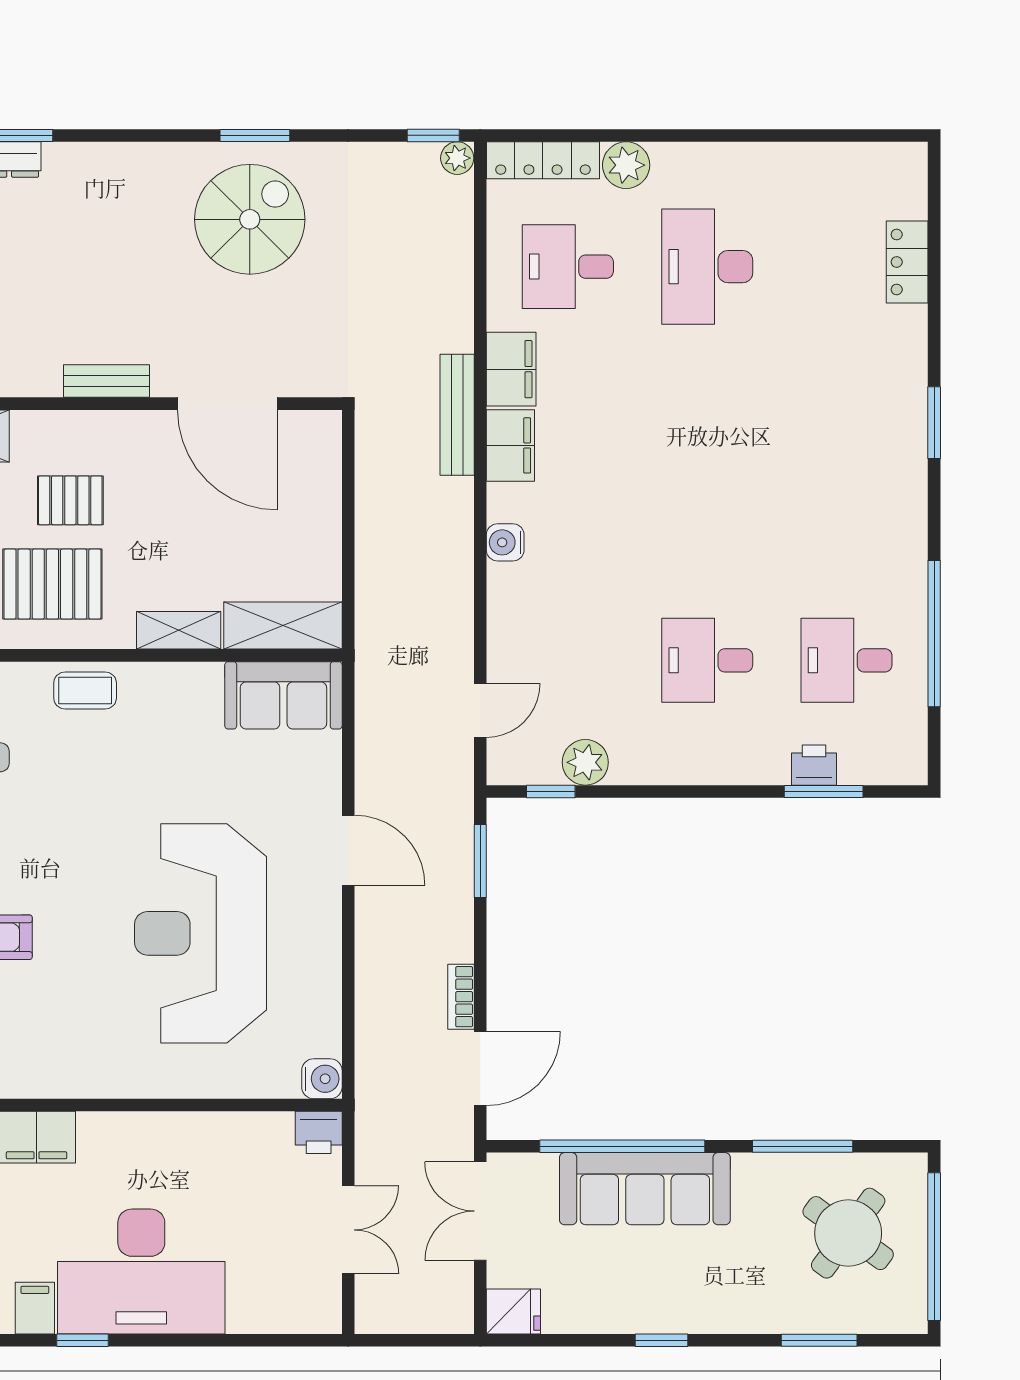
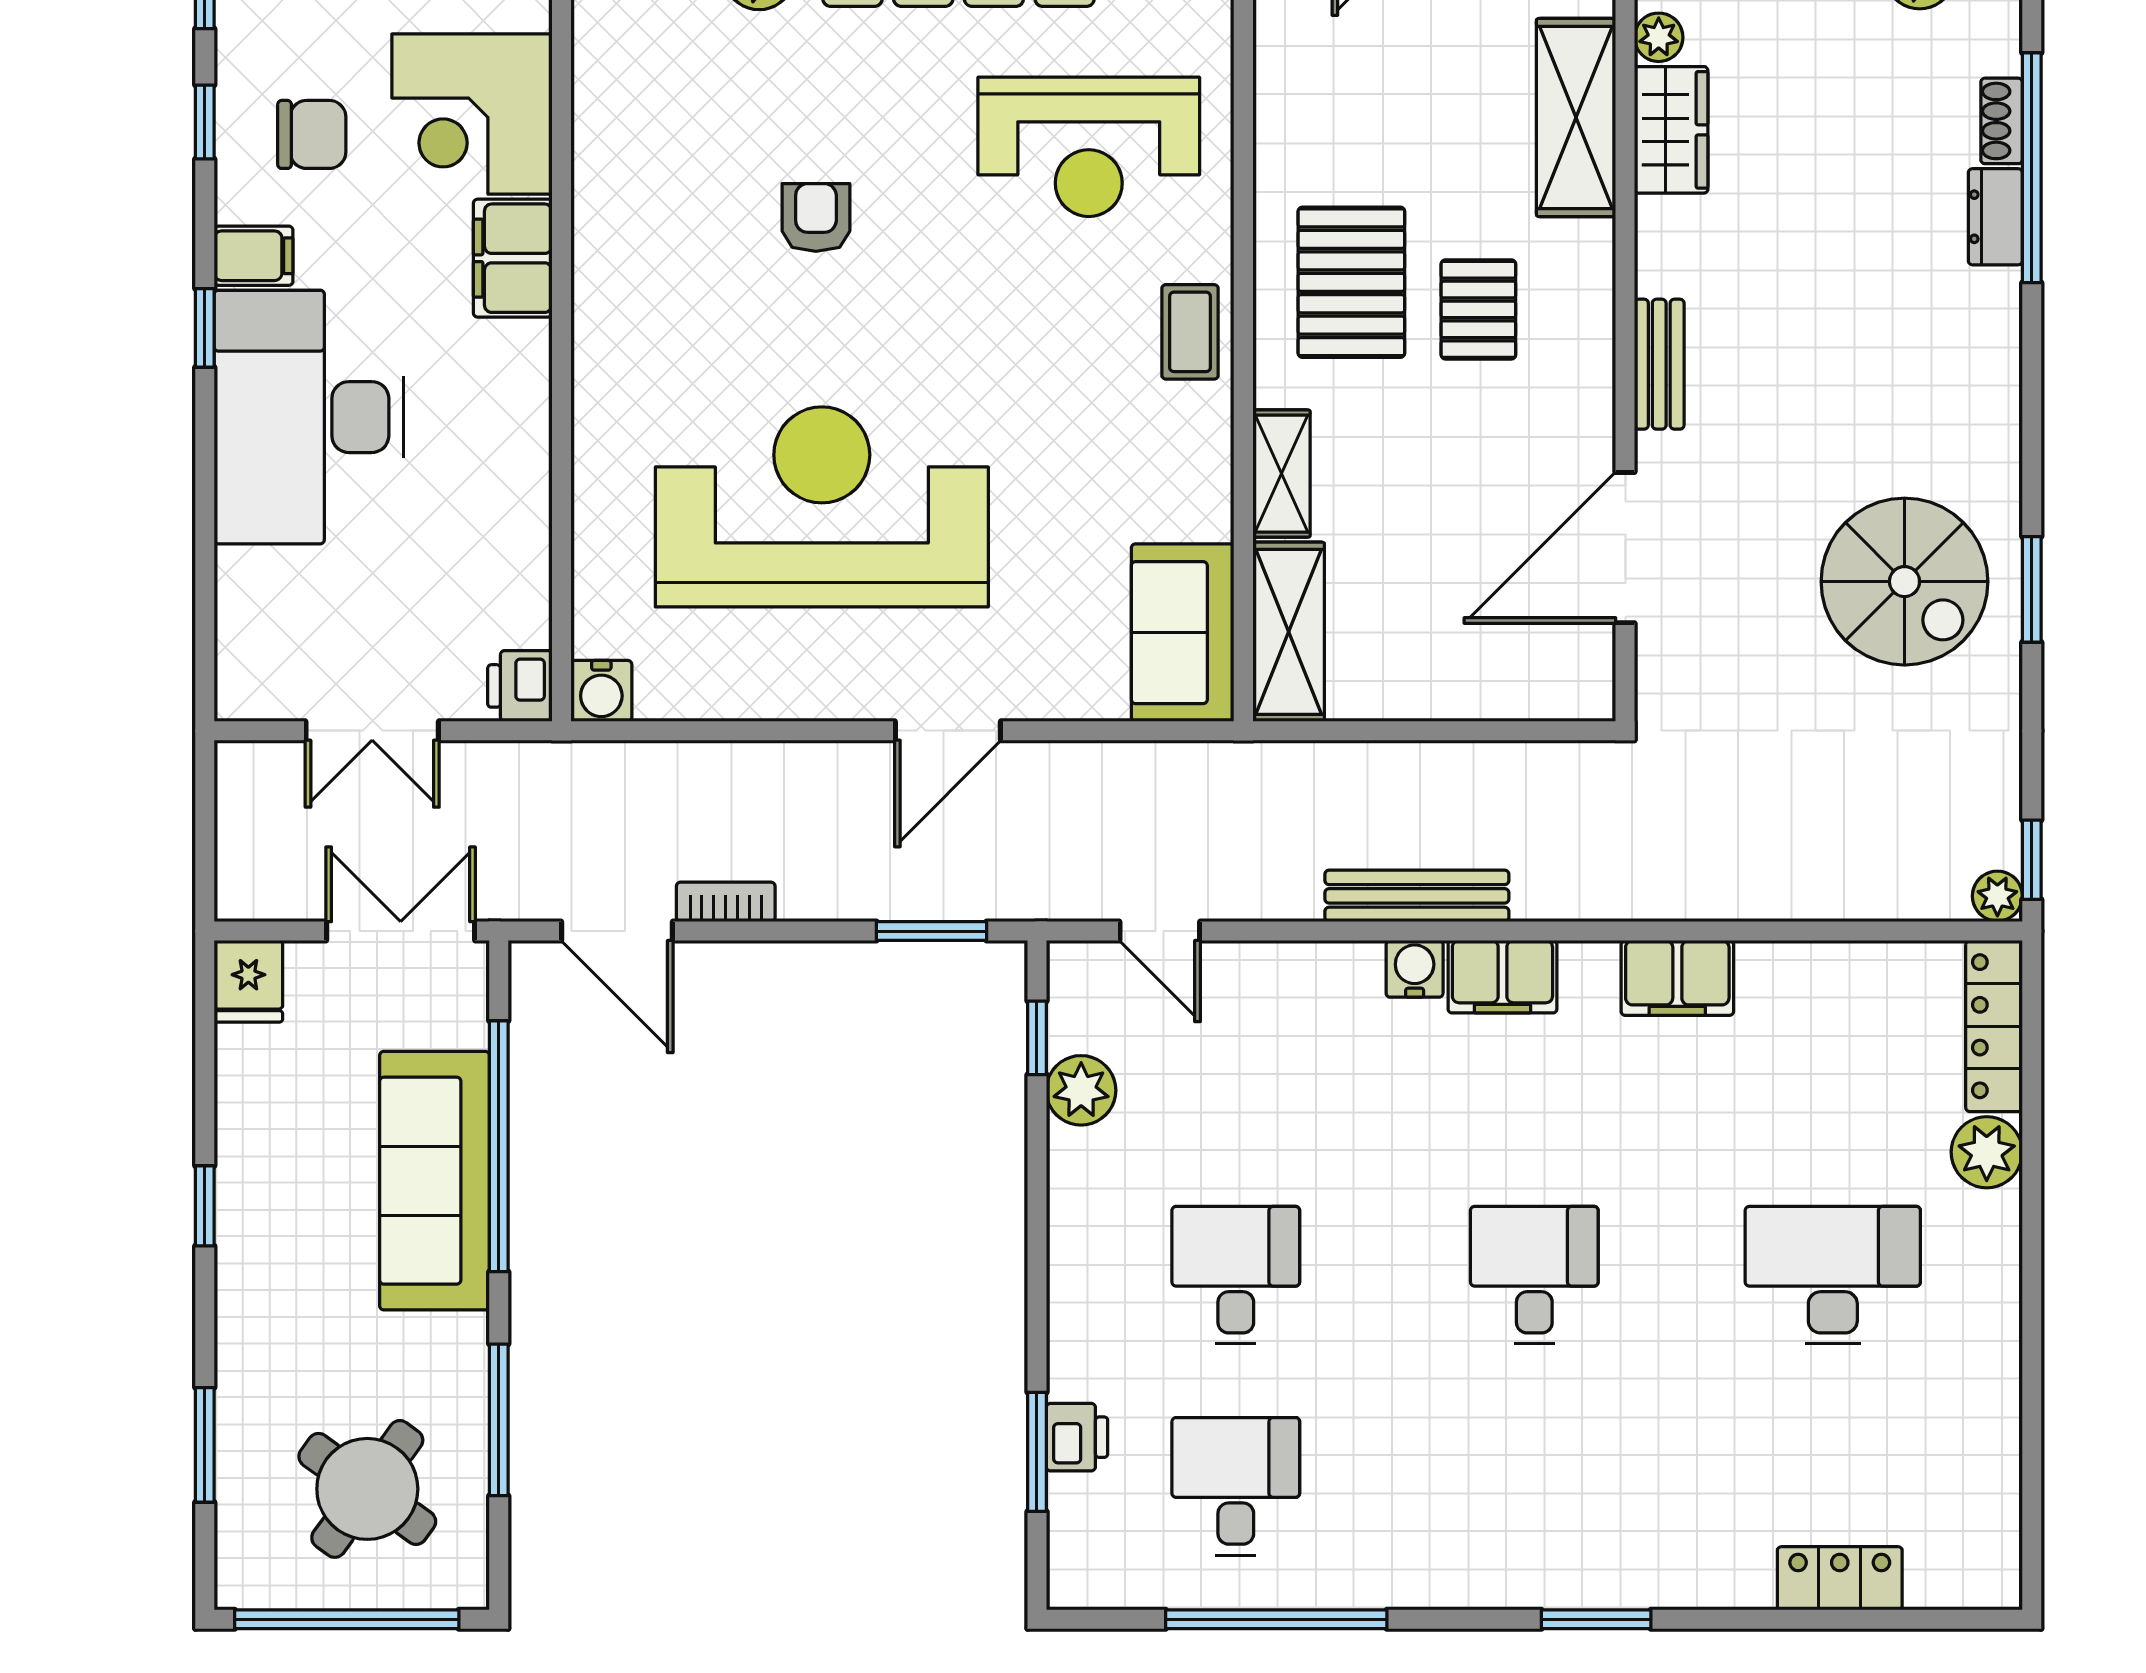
desk: (568, 267) -> (1534, 1275), moved
bench: (457, 415) -> (1417, 896), moved
filing cabinet: (510, 445) -> (1502, 977), moved

